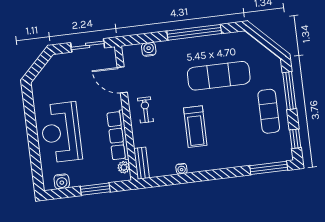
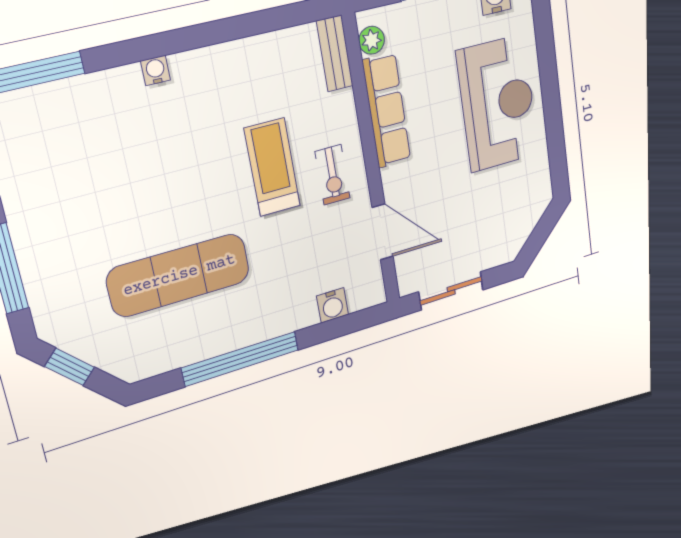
window: (269, 44) -> (70, 367), added
exercise mat: (269, 111) -> (52, 212), removed
treadmill: (195, 127) -> (272, 167), moved
water cooler: (181, 169) -> (156, 70), moved

